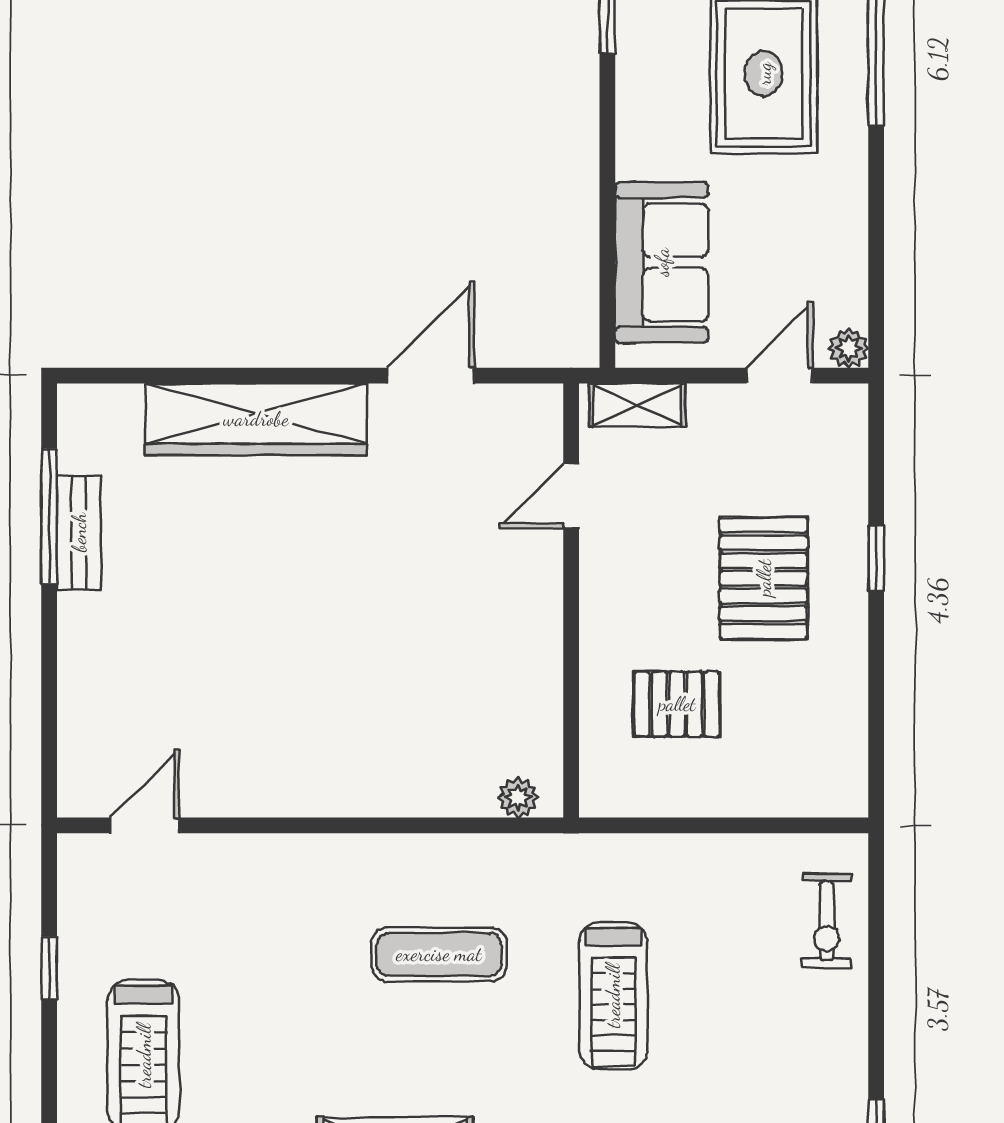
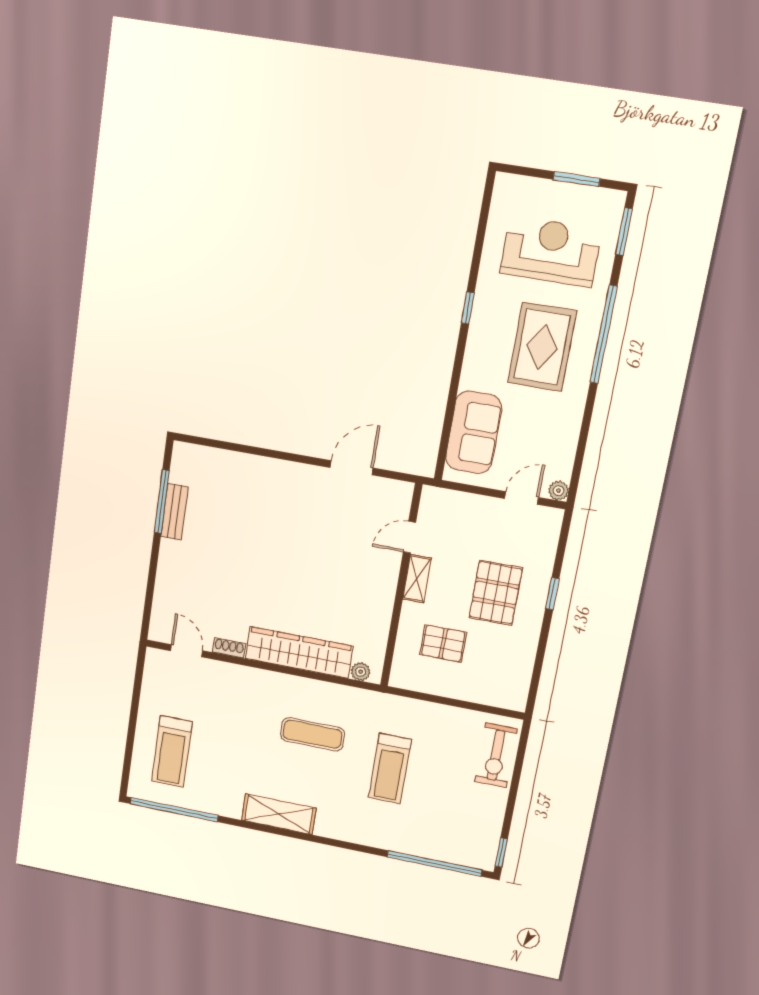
shelving: (637, 405) -> (417, 579), moved, turned 90
wardrobe: (256, 419) -> (299, 652), moved, turned 180
shoe rack: (234, 801) -> (229, 648), added
door: (145, 825) -> (187, 651), hinge flipped
exercise bike: (827, 921) -> (496, 755), width x1.38, depth x1.39
window: (49, 968) -> (135, 705), removed

